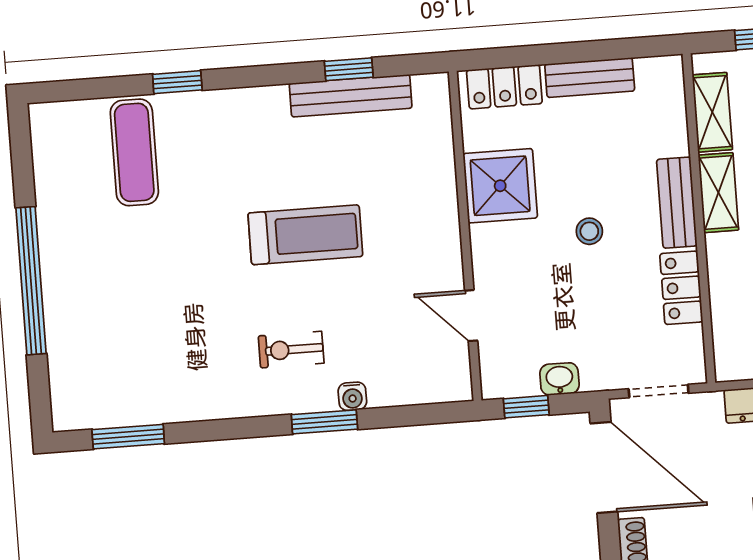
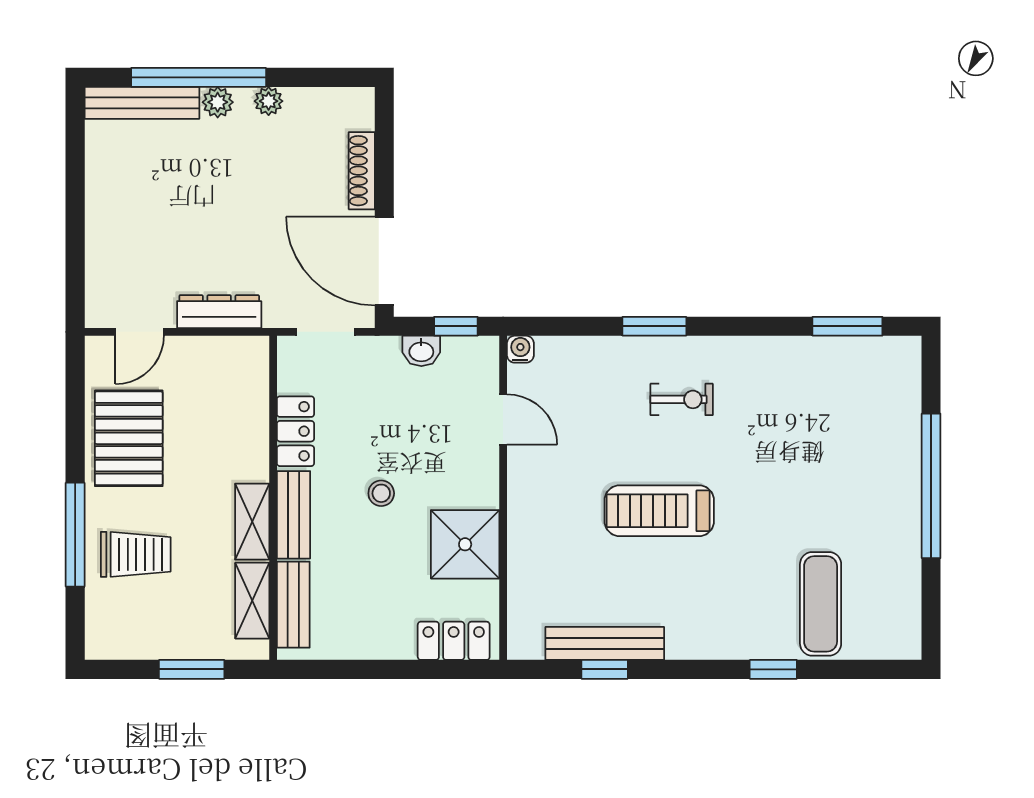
bench: (590, 78) -> (293, 605), moved, turned 90
water cooler: (352, 396) -> (520, 349), moved

